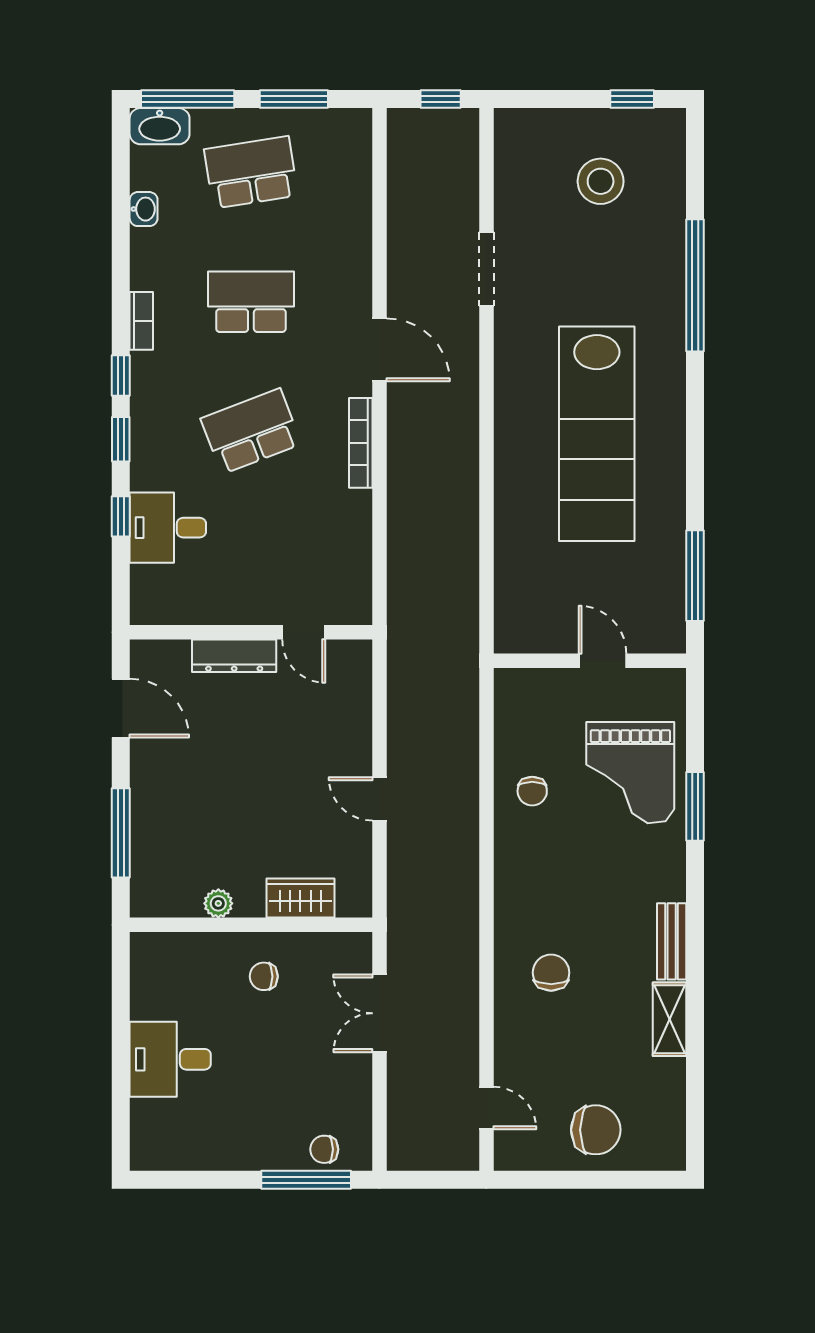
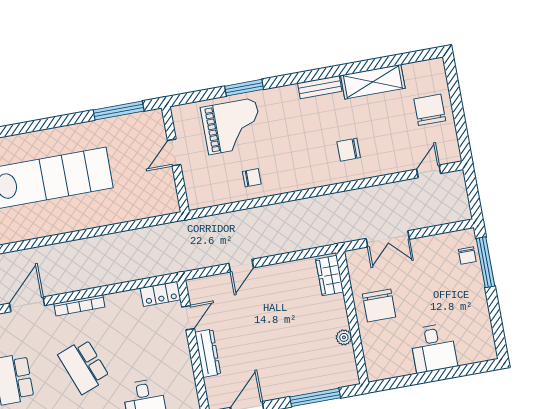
locker: (355, 591) -> (160, 294), added
door: (379, 799) -> (241, 266), moved
wardrobe: (300, 898) -> (330, 276), moved
chair: (264, 976) -> (379, 305), width x1.87, depth x1.87
shelving: (670, 1019) -> (373, 82), width x1.50, depth x1.33

